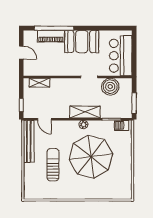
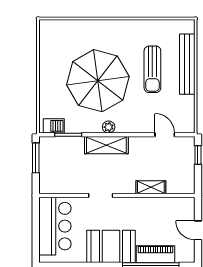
shelving: (39, 83) -> (151, 187), moved
boiler: (110, 87) -> (70, 182), removed
bench: (29, 141) -> (187, 64), moved

